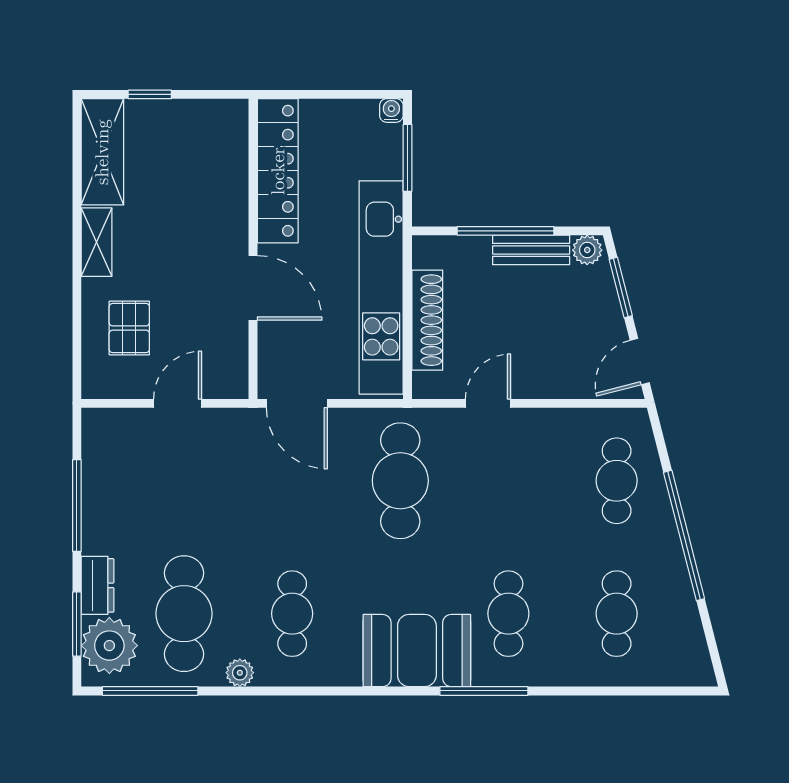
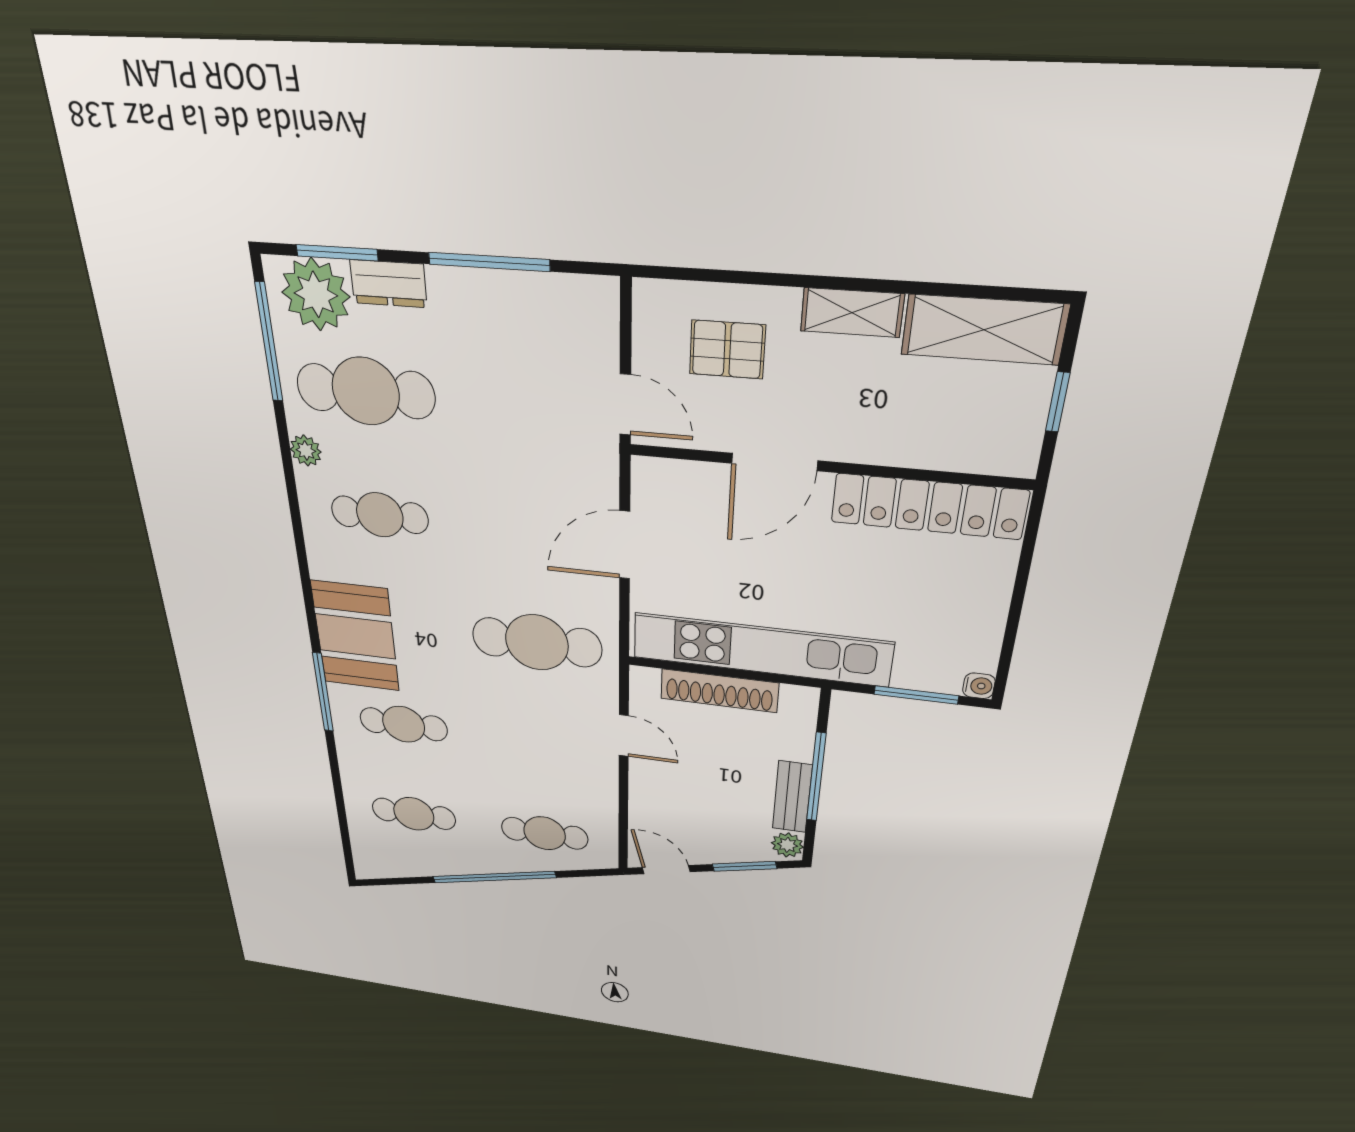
locker: (278, 171) -> (929, 506), moved
wall: (253, 249) -> (826, 467), moved
door: (253, 288) -> (774, 462), moved

